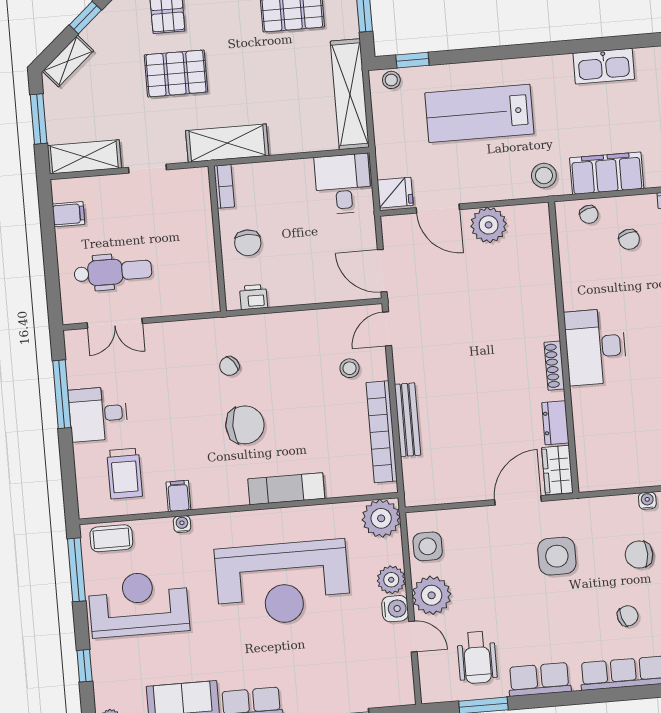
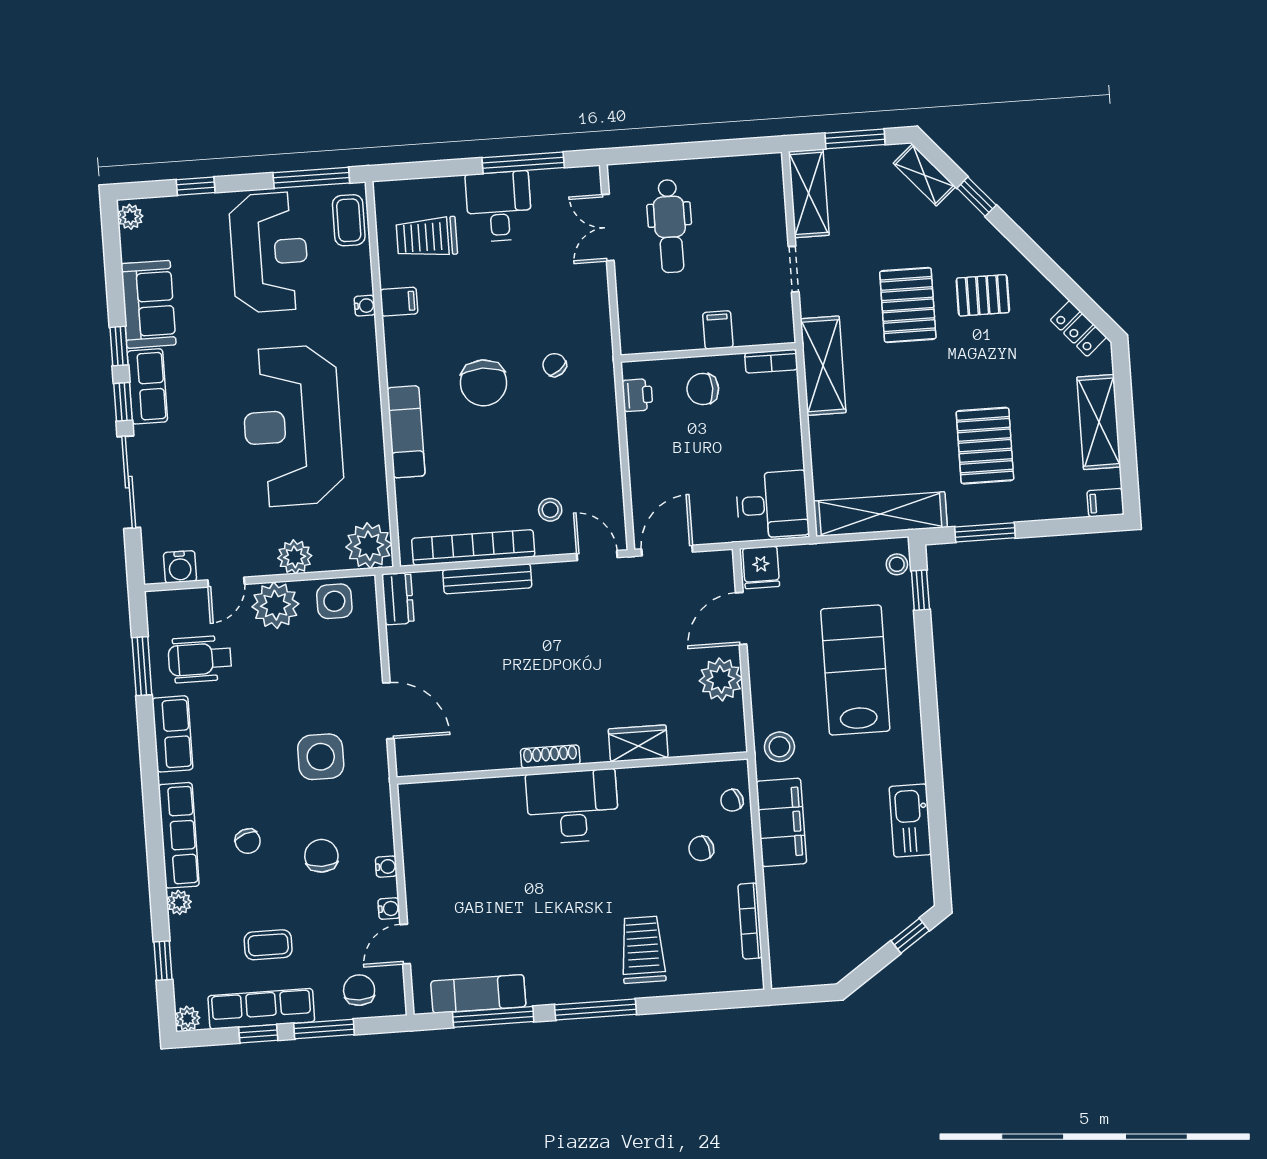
filing cabinet: (69, 214) -> (718, 330), moved, turned 180
dresser: (555, 423) -> (398, 599), moved, turned 90
wardrobe: (557, 470) -> (638, 743), moved
water cooler: (395, 609) -> (180, 567), moved

